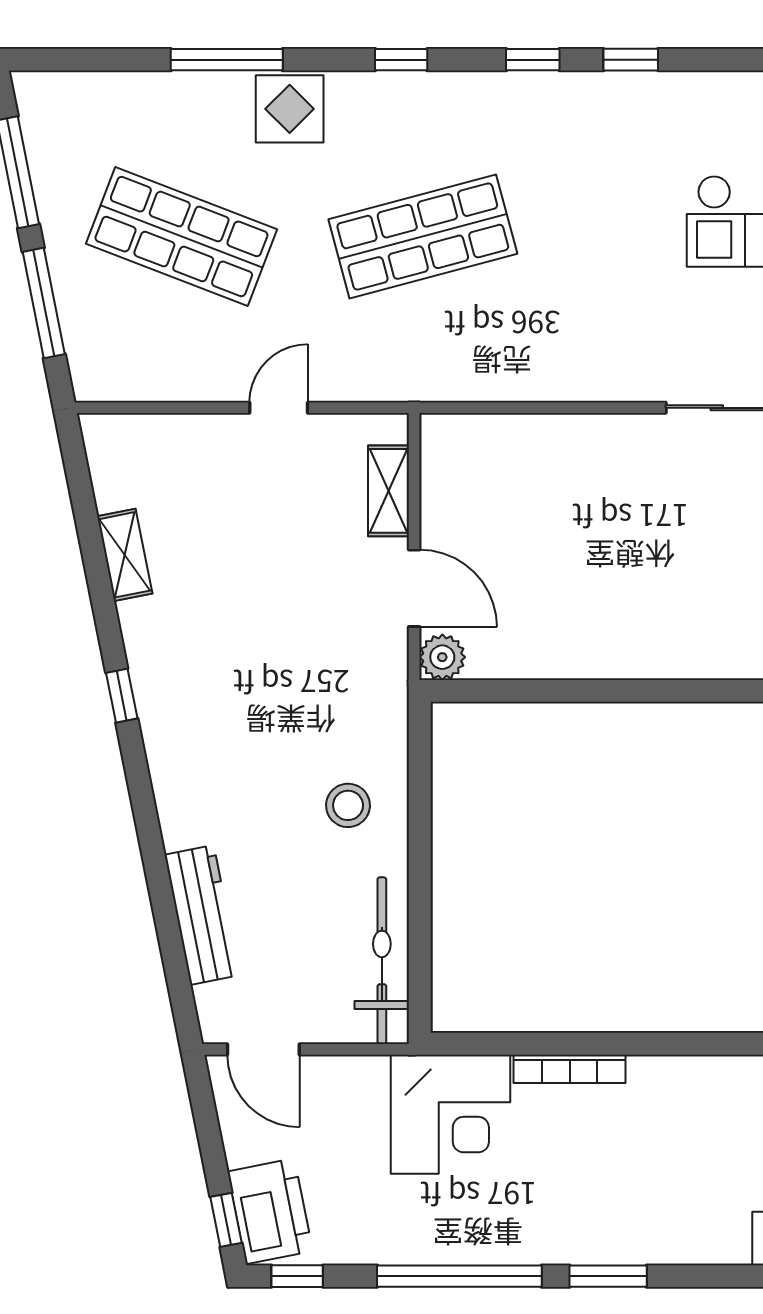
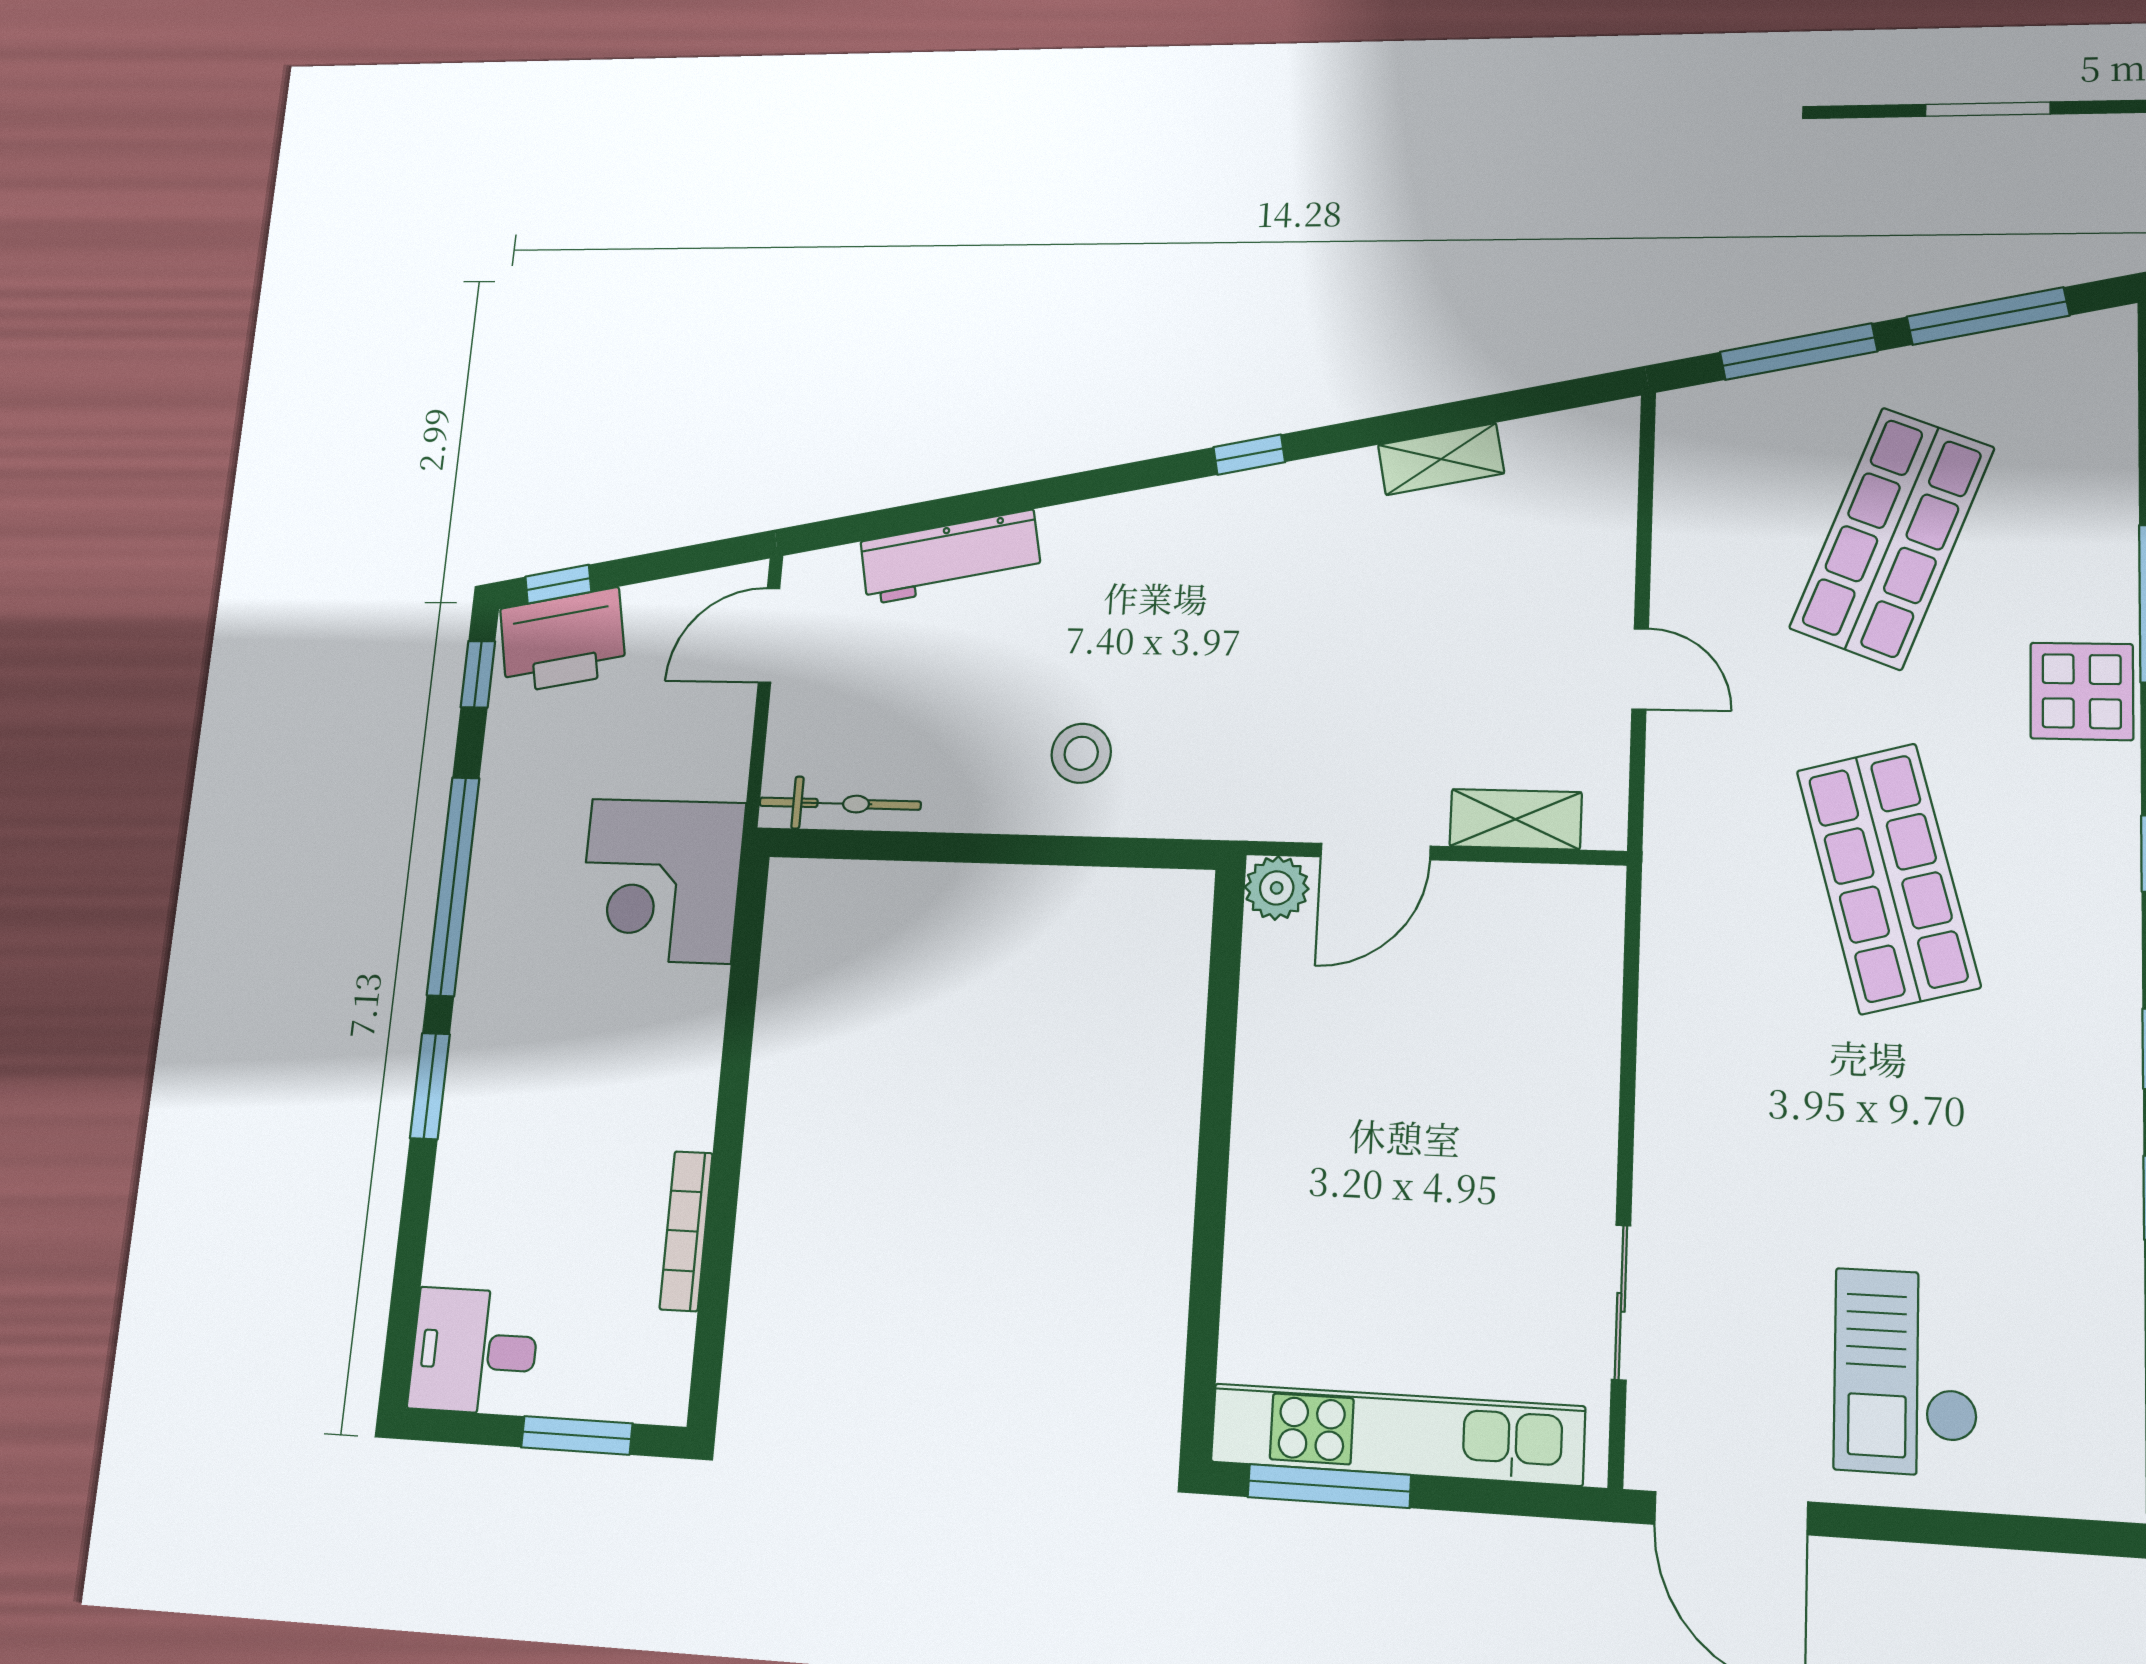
bicycle: (382, 961) -> (840, 804), width x0.73, depth x0.71
bookcase: (570, 1069) -> (686, 1231), moved

